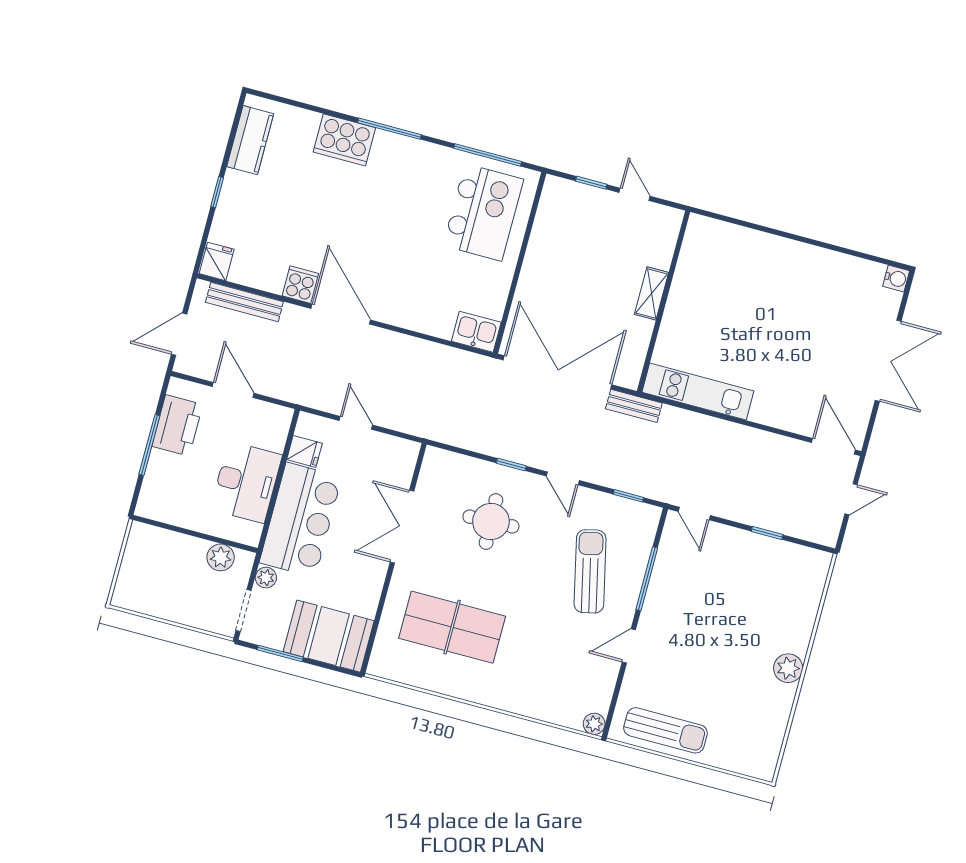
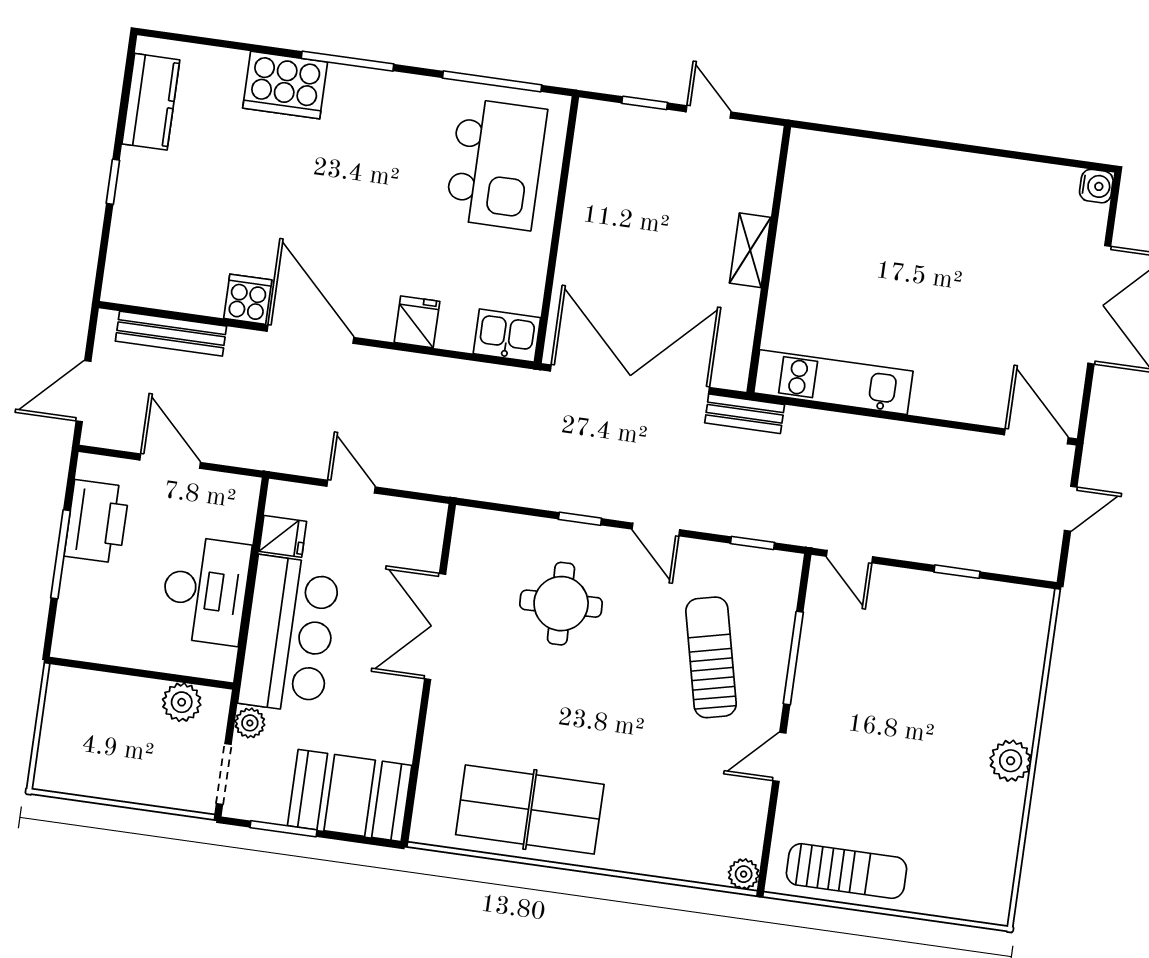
fridge: (217, 261) -> (417, 322), moved
table tennis table: (452, 627) -> (530, 810), moved

